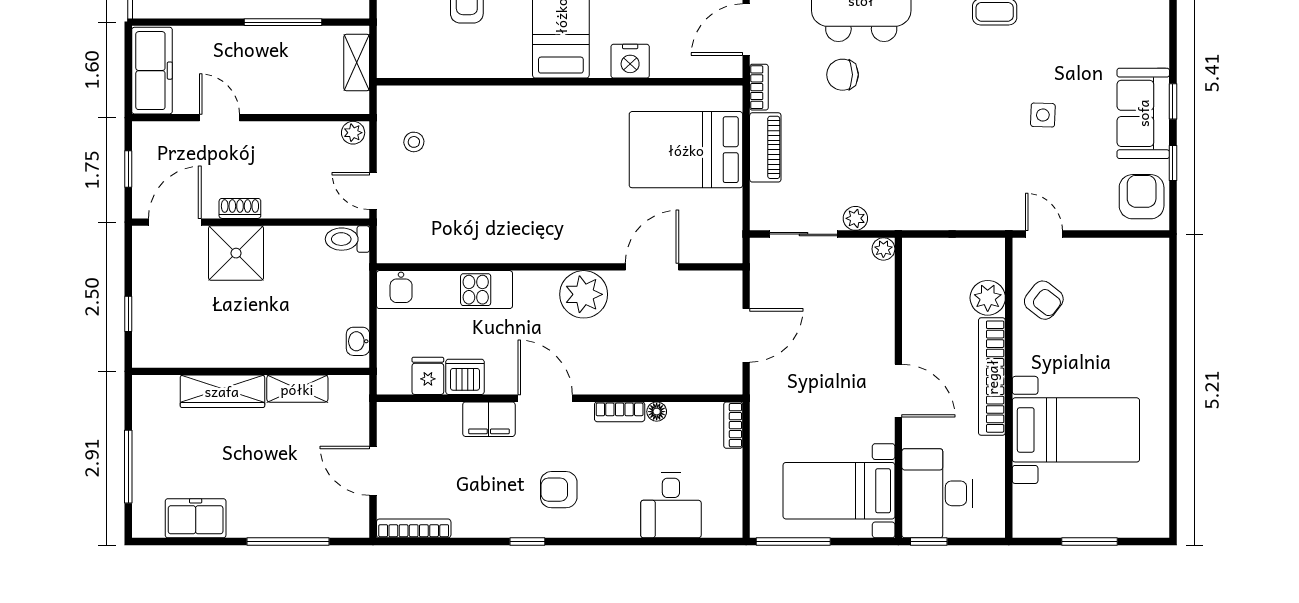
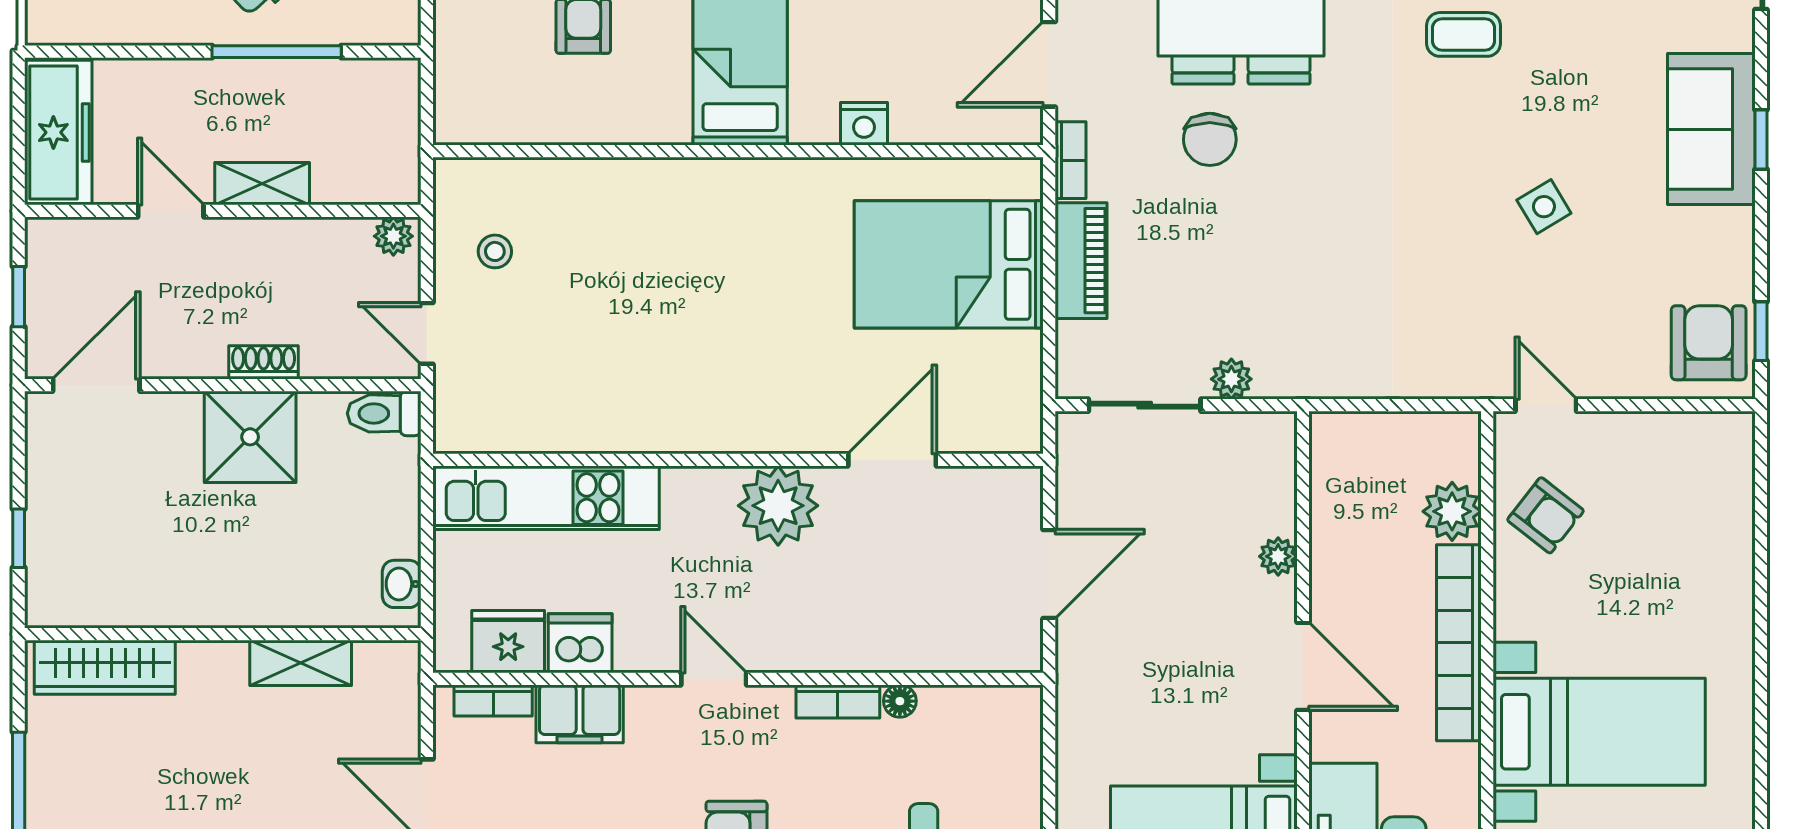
nightstand: (630, 61) -> (864, 124), width x0.74, depth x0.75
shelving: (357, 63) -> (262, 184), moved, turned 90
chair: (843, 75) -> (1210, 139), turned -90
window: (1173, 101) -> (1761, 139), moved
sofa: (1143, 113) -> (1711, 129), moved
side table: (1043, 115) -> (1544, 207), turned -33
window: (1173, 163) -> (1761, 331), moved
shoe rack: (240, 208) -> (264, 362), moved
plant: (883, 249) -> (1278, 556), moved
shower: (236, 253) -> (250, 437), moved
fridge: (428, 376) -> (508, 642), width x1.38
wardrobe: (222, 391) -> (105, 667), moved
door: (545, 398) -> (714, 679), width x0.73
filing cabinet: (489, 419) -> (580, 714), moved
bookcase: (733, 425) -> (493, 700), moved, turned -90

